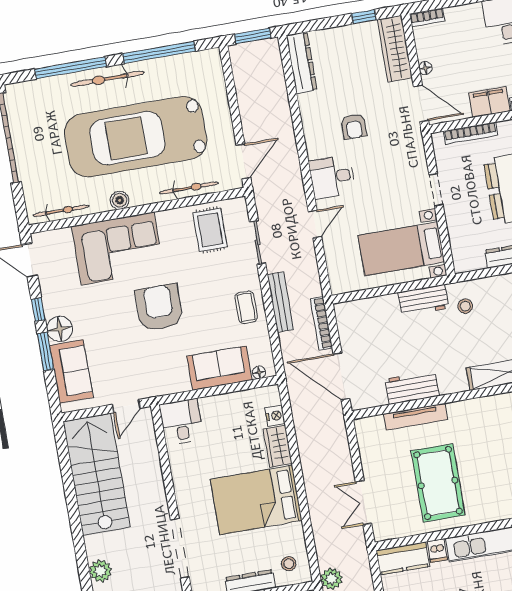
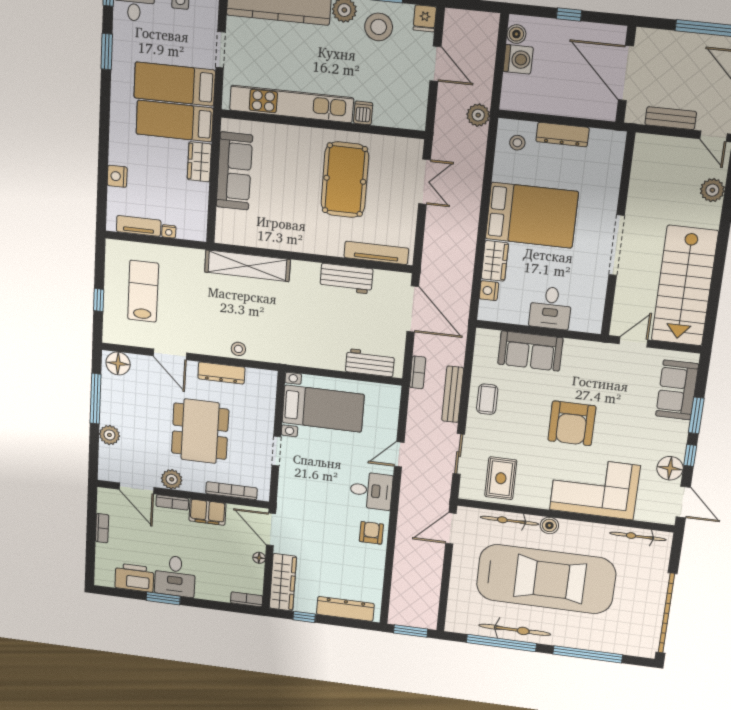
dresser: (302, 63) -> (345, 609), moved, turned 90
bicycle: (107, 79) -> (515, 630), moved
armchair: (354, 126) -> (371, 533), moved
boiler: (120, 200) -> (549, 525), moved
workbench: (423, 300) -> (370, 363), moved
stool: (465, 306) -> (238, 349), moved
bookcase: (321, 323) -> (418, 372), width x0.64
floor lamp: (60, 329) -> (670, 468), moved
floor lamp: (259, 372) -> (493, 336), removed
tv unit: (415, 417) -> (376, 253), moved
desk: (181, 422) -> (551, 308), moved
doorway: (180, 548) -> (617, 245), moved
kitchen counter: (403, 558) -> (400, 115), removed

